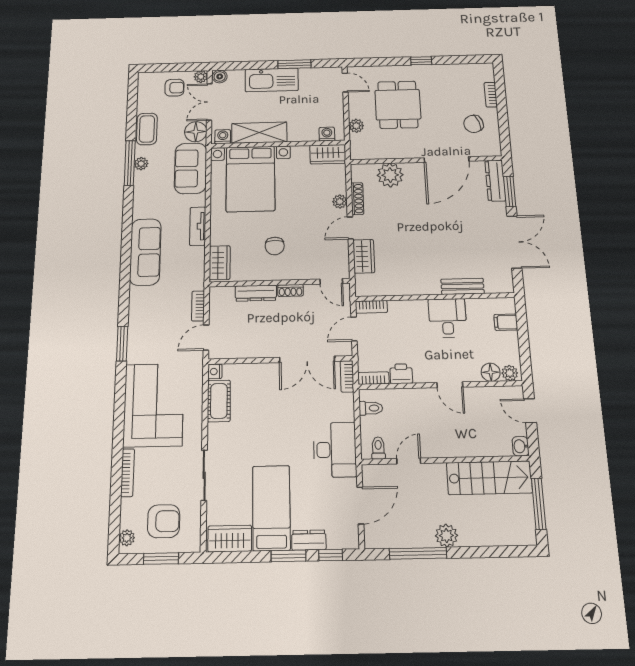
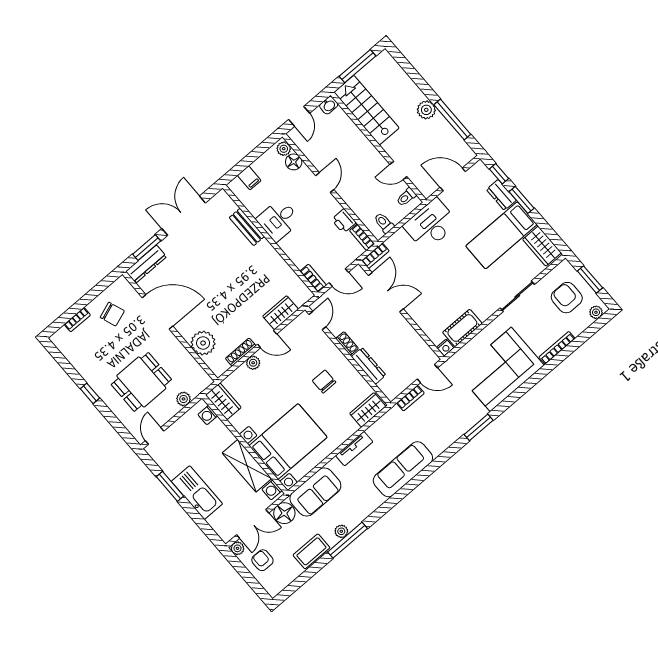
boiler: (220, 77) -> (226, 534), removed
chair: (275, 246) -> (324, 382), turned -90

